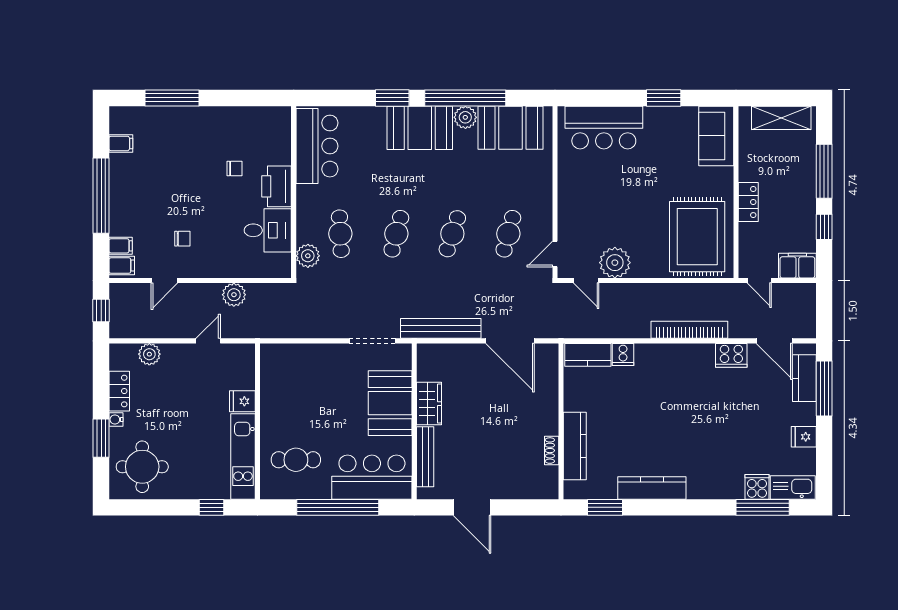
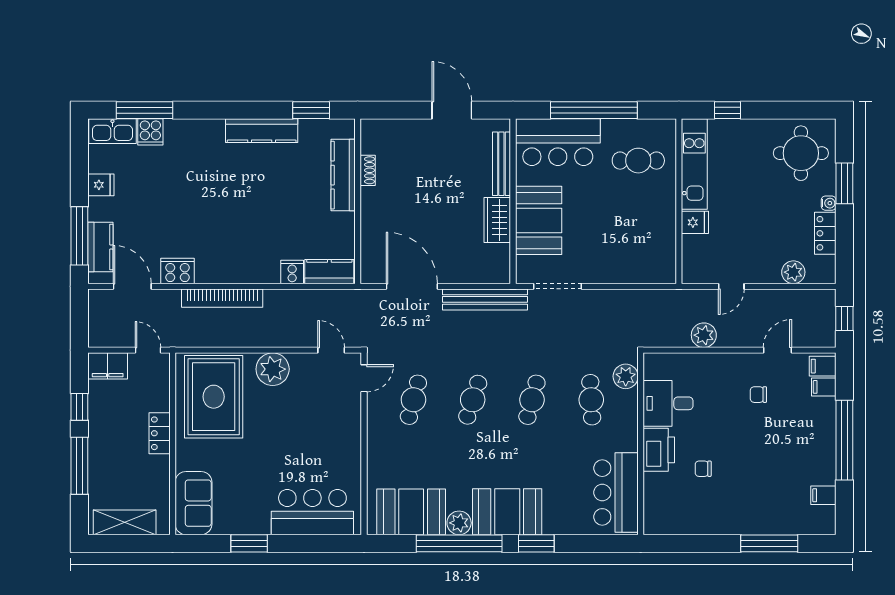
plant: (615, 263) -> (273, 369), moved

